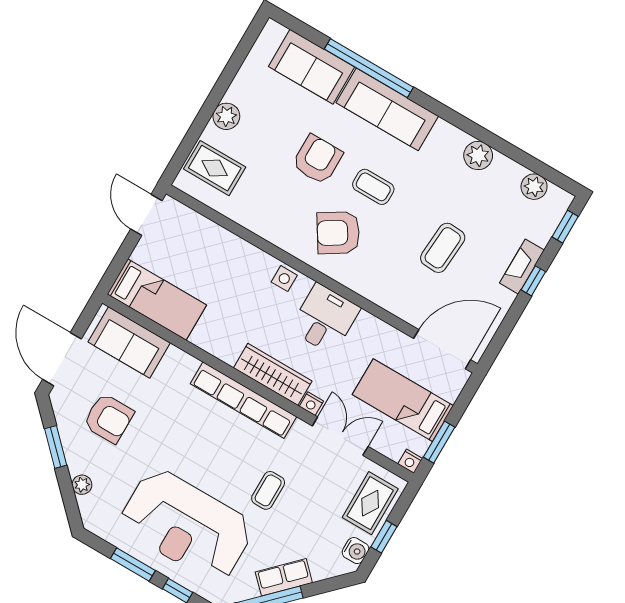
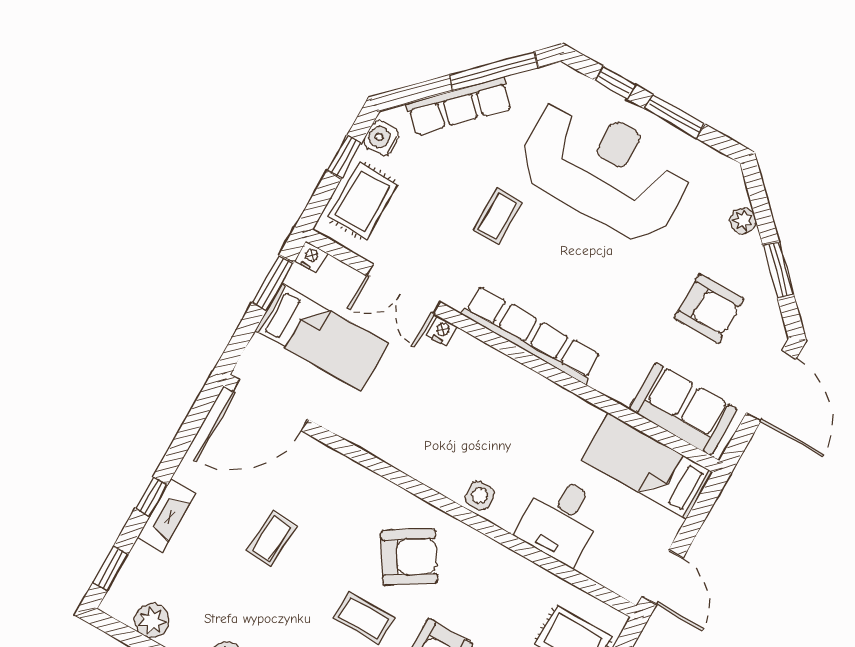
coffee table: (443, 248) -> (271, 539), width x0.73, depth x0.77
desk: (325, 319) -> (560, 520), moved
wardrobe: (273, 374) -> (493, 369), removed
armchair: (109, 418) -> (709, 309), turned 180
row of seats: (284, 577) -> (459, 106), width x1.48

